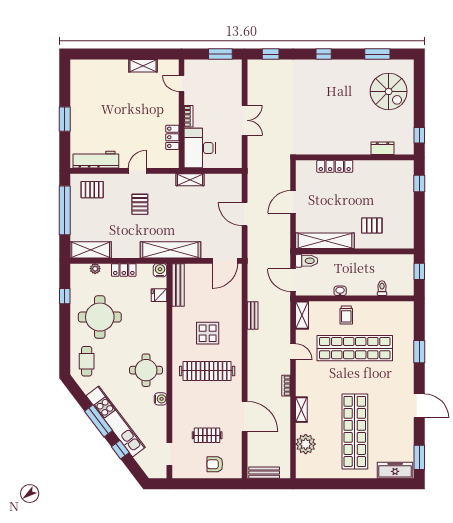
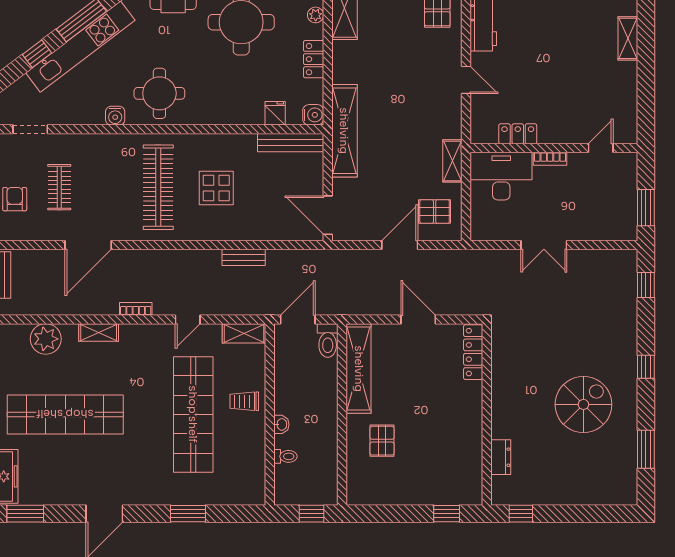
shelving: (143, 66) -> (628, 38), moved
spiral stairs: (389, 91) -> (583, 404), moved, turned 180
locker: (335, 166) -> (473, 352), moved
pallet: (140, 204) -> (435, 212), moved
washbasin: (340, 291) -> (281, 424), moved

